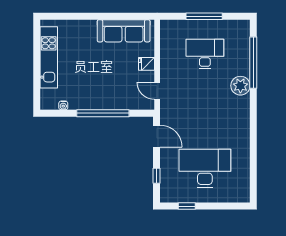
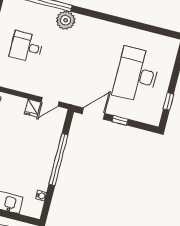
desk: (205, 54) -> (26, 47), width x0.73
fridge: (147, 64) -> (33, 108), moved
window: (156, 176) -> (120, 120), moved

